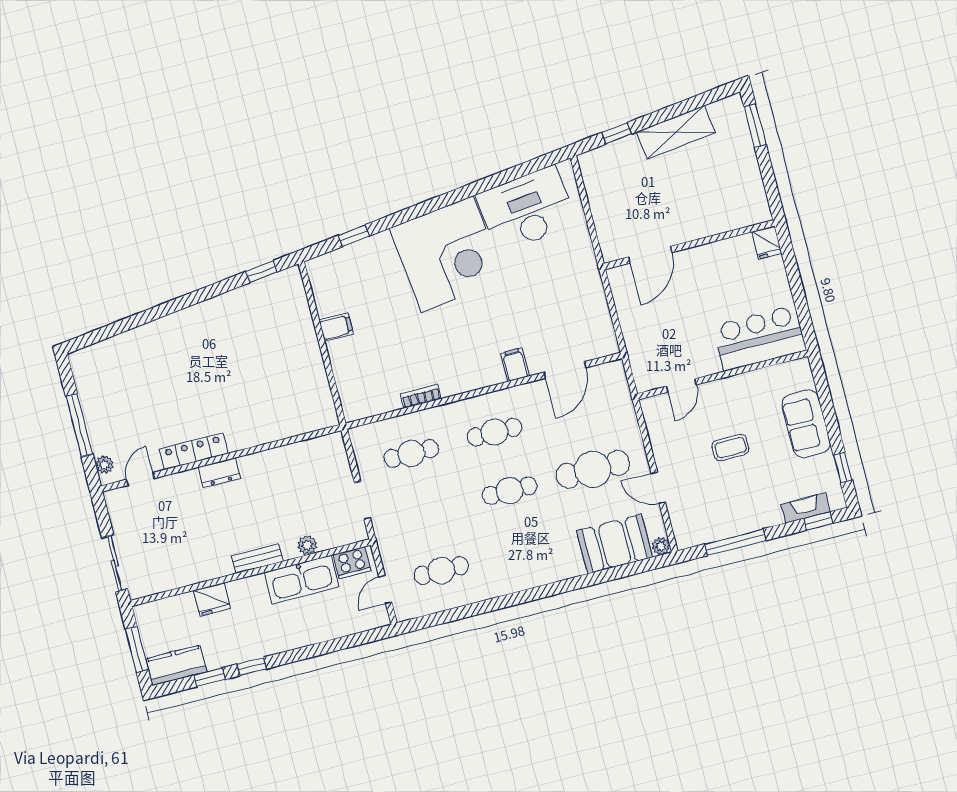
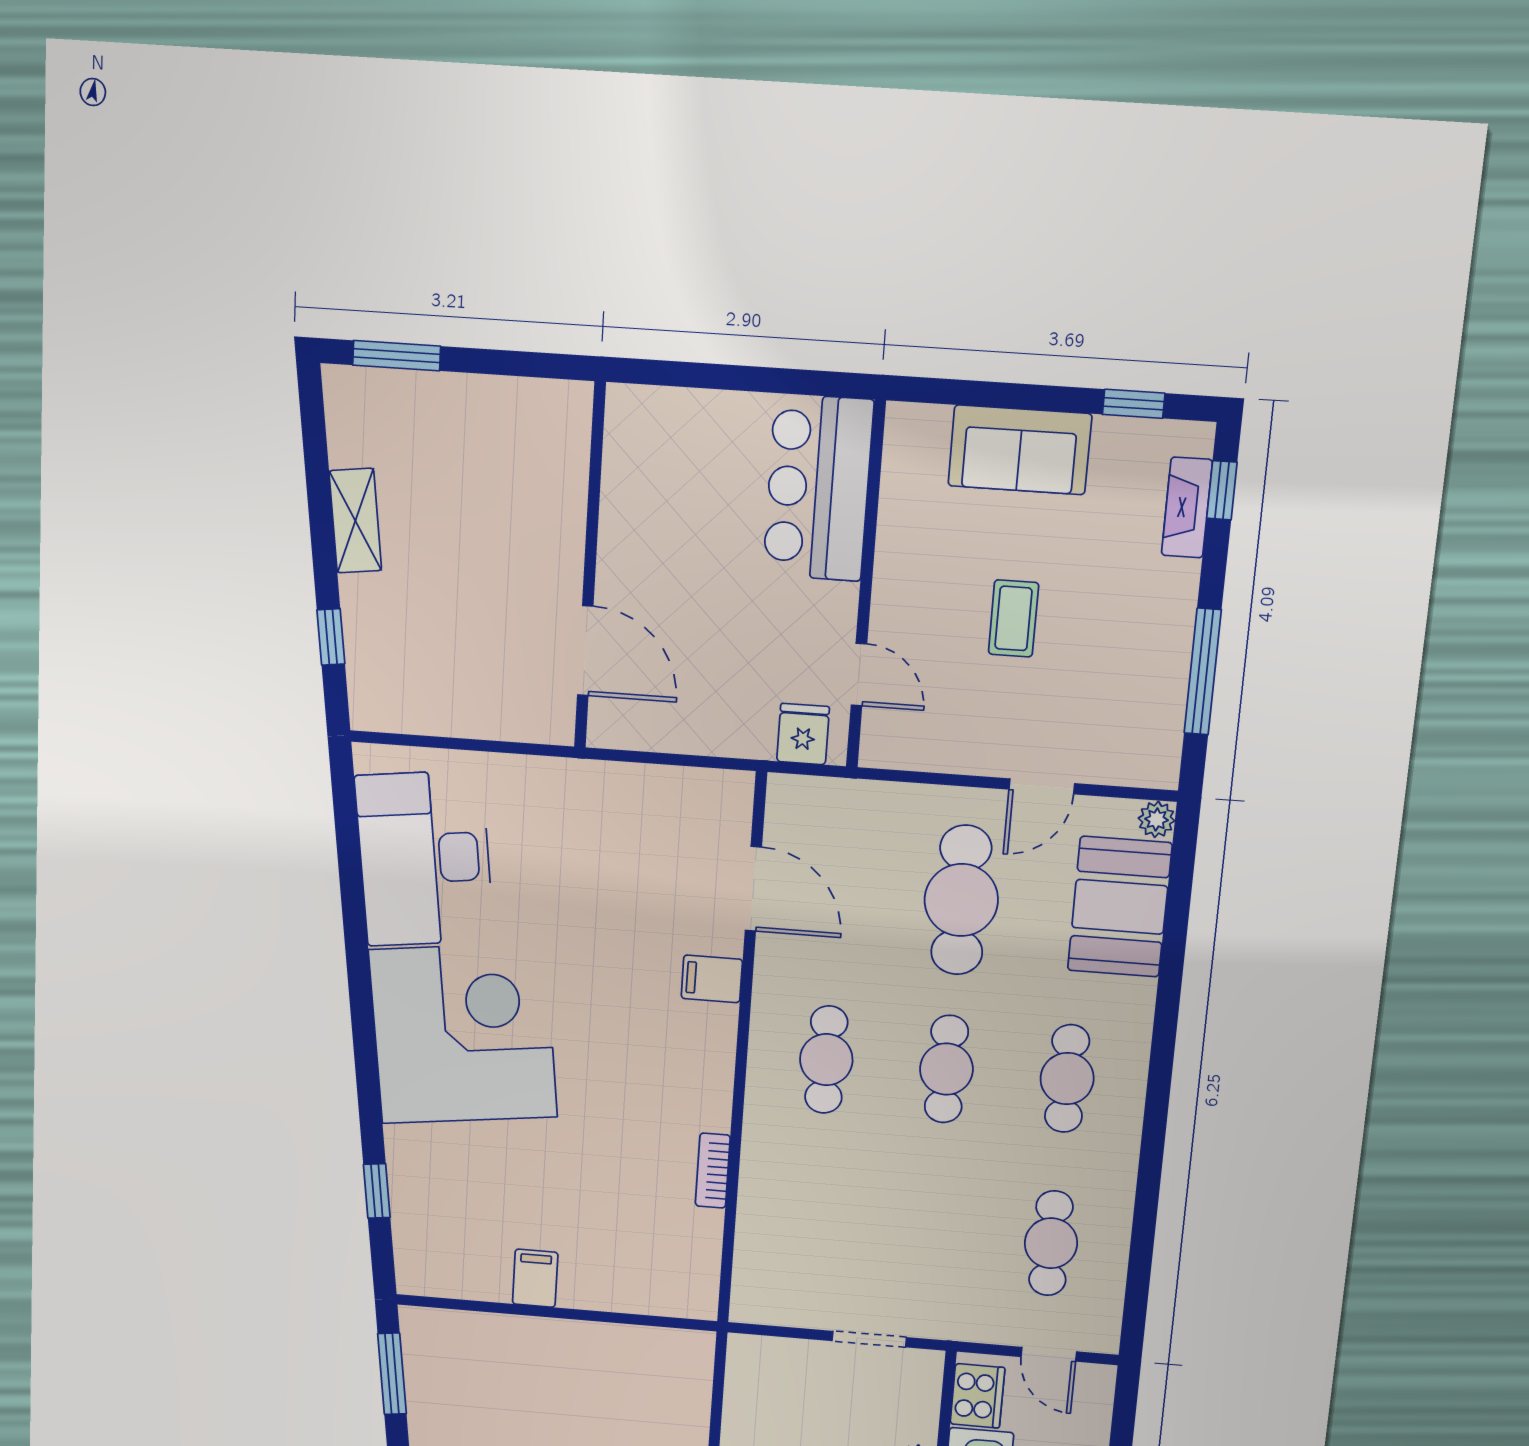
shelving: (676, 132) -> (355, 521), width x0.67, depth x0.75
fridge: (767, 242) -> (803, 734), moved, turned -90
window: (262, 272) -> (392, 1374), width x1.50
cafe table: (411, 453) -> (1067, 1079), moved

